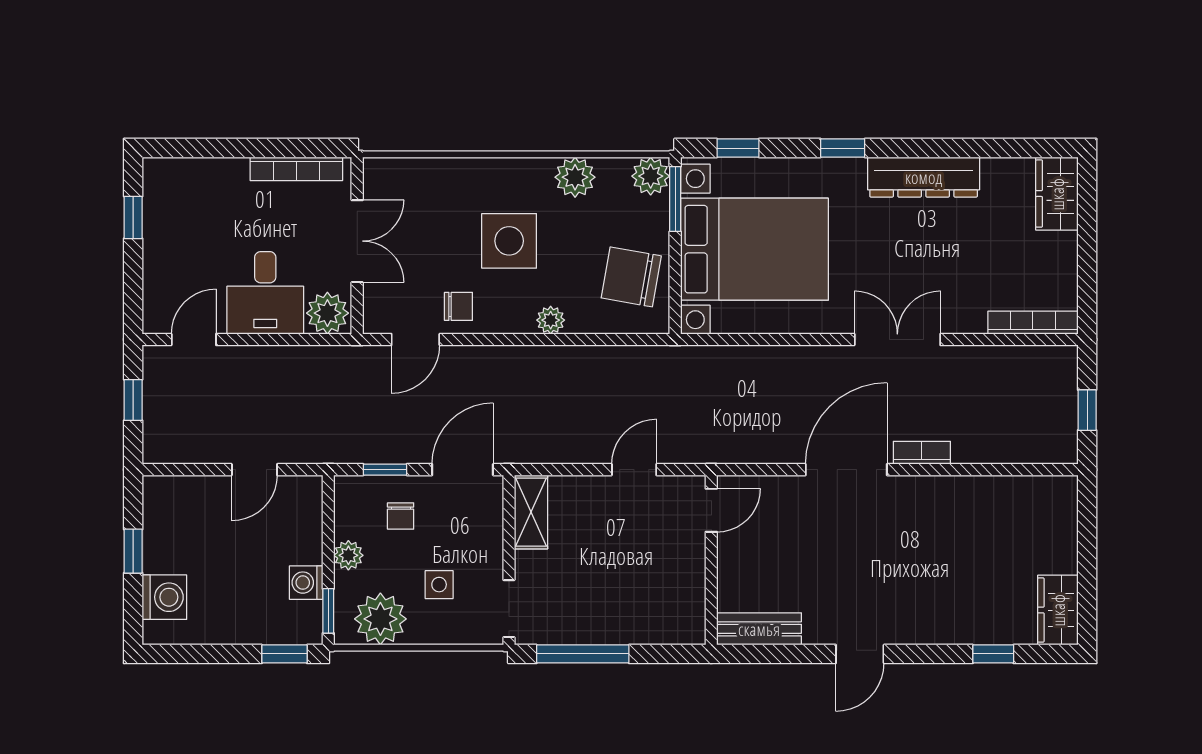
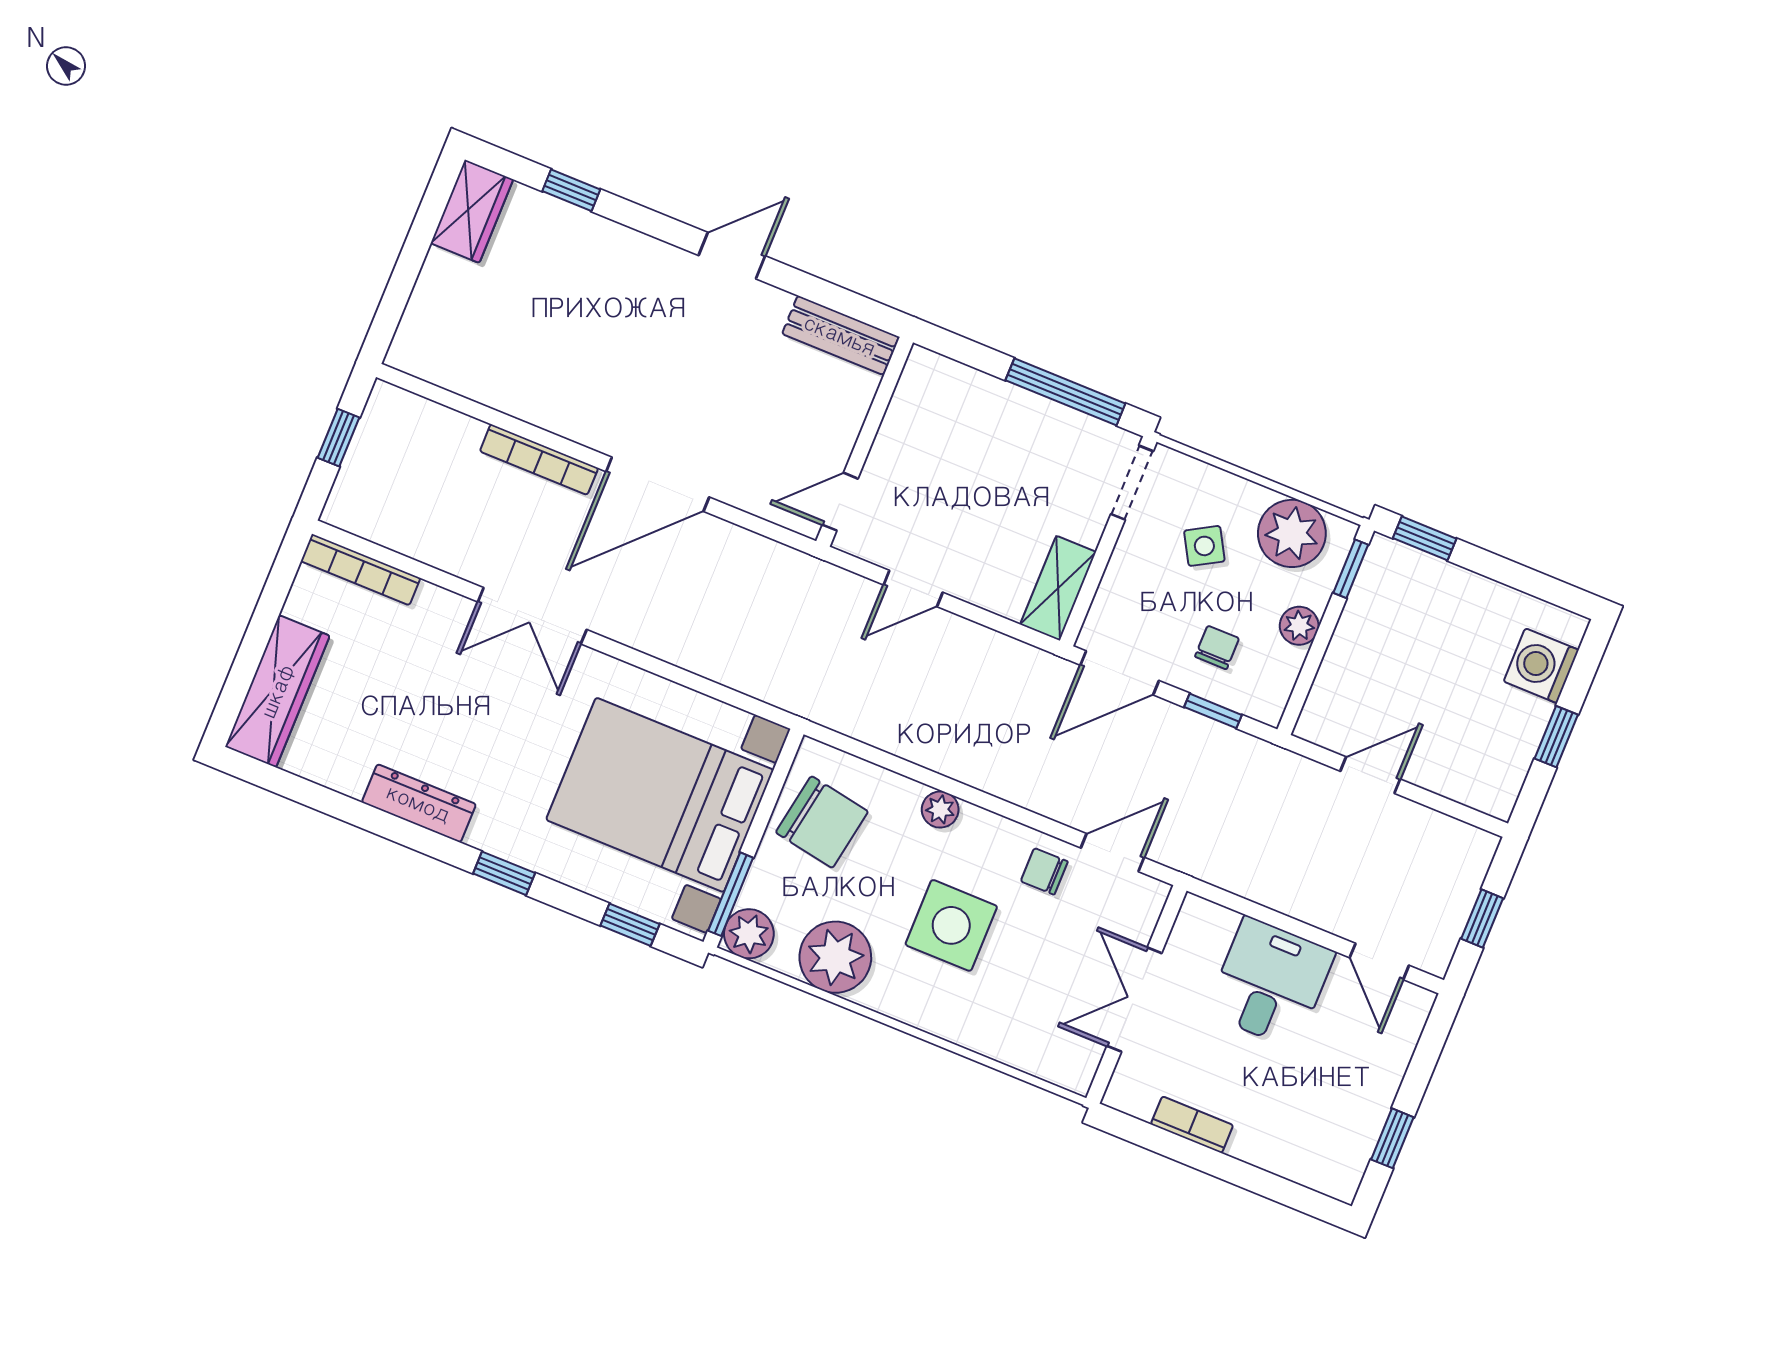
bookcase: (296, 169) -> (1192, 1125), width x0.64
plant: (575, 177) -> (835, 957), width x1.36, depth x1.36
dresser: (924, 177) -> (419, 803), width x0.73, depth x0.80
wardrobe: (1057, 194) -> (277, 691), width x1.50
plant: (327, 313) -> (1205, 928), removed
door: (194, 340) -> (1379, 961), hinge flipped
bookcase: (922, 453) -> (539, 460), width x1.56
washing machine: (306, 583) -> (1363, 614), removed
side table: (439, 585) -> (1204, 546), turned -30

